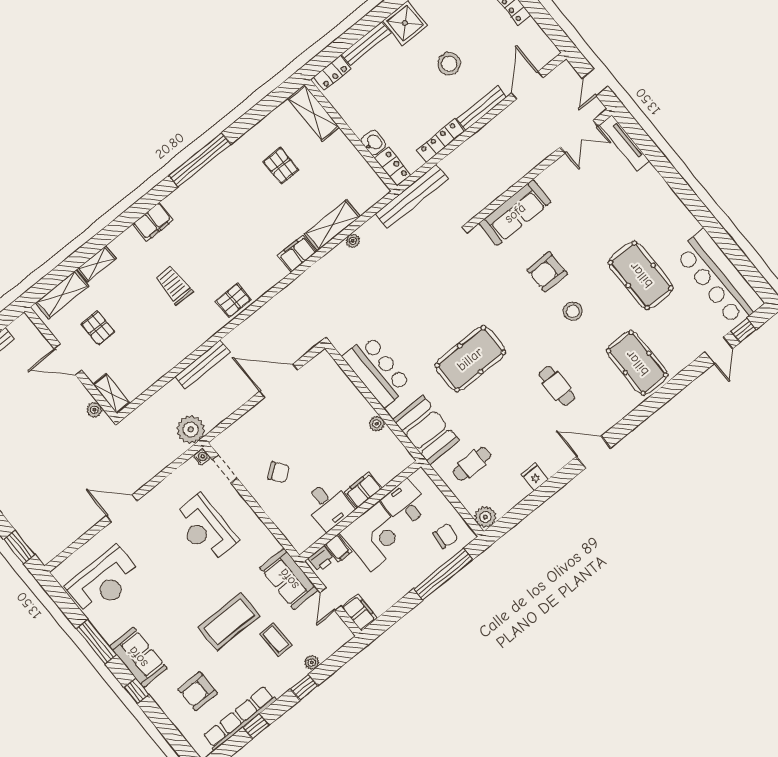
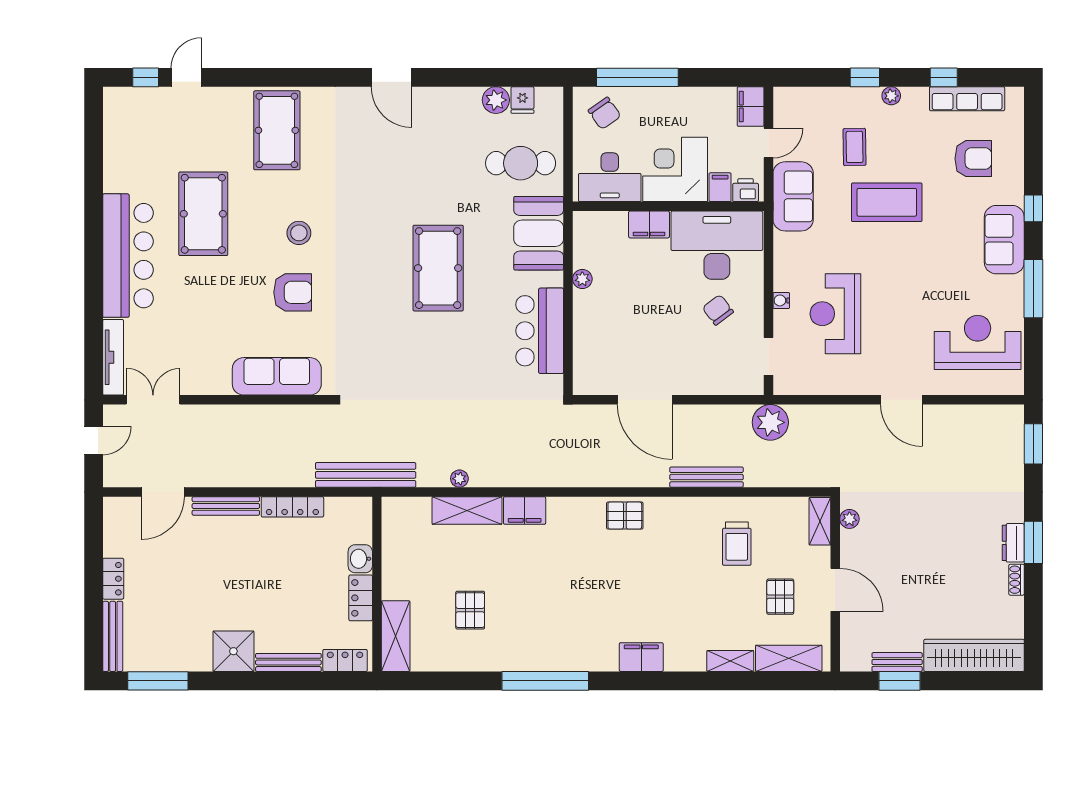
stool: (449, 64) -> (223, 576), removed
locker: (393, 167) -> (361, 598), moved
bar counter: (719, 278) -> (128, 256), moved
trolley: (174, 285) -> (737, 544), moved
pool table: (470, 359) -> (438, 268), turned 90
cafe table: (557, 386) -> (375, 172), removed
water cooler: (202, 457) -> (781, 300), moved
cafe table: (472, 464) -> (521, 163), width x1.37, depth x1.35
fridge: (535, 477) -> (522, 100), moved
desk: (405, 504) -> (610, 177), width x1.37
desk: (328, 505) -> (717, 245), width x1.87, depth x1.30
plant: (485, 517) -> (496, 100), moved
reception desk: (205, 528) -> (835, 314), turned 180
chair: (445, 536) -> (605, 113), turned -131
plant: (312, 662) -> (891, 96), moved
row of seats: (240, 718) -> (967, 99), width x0.73

